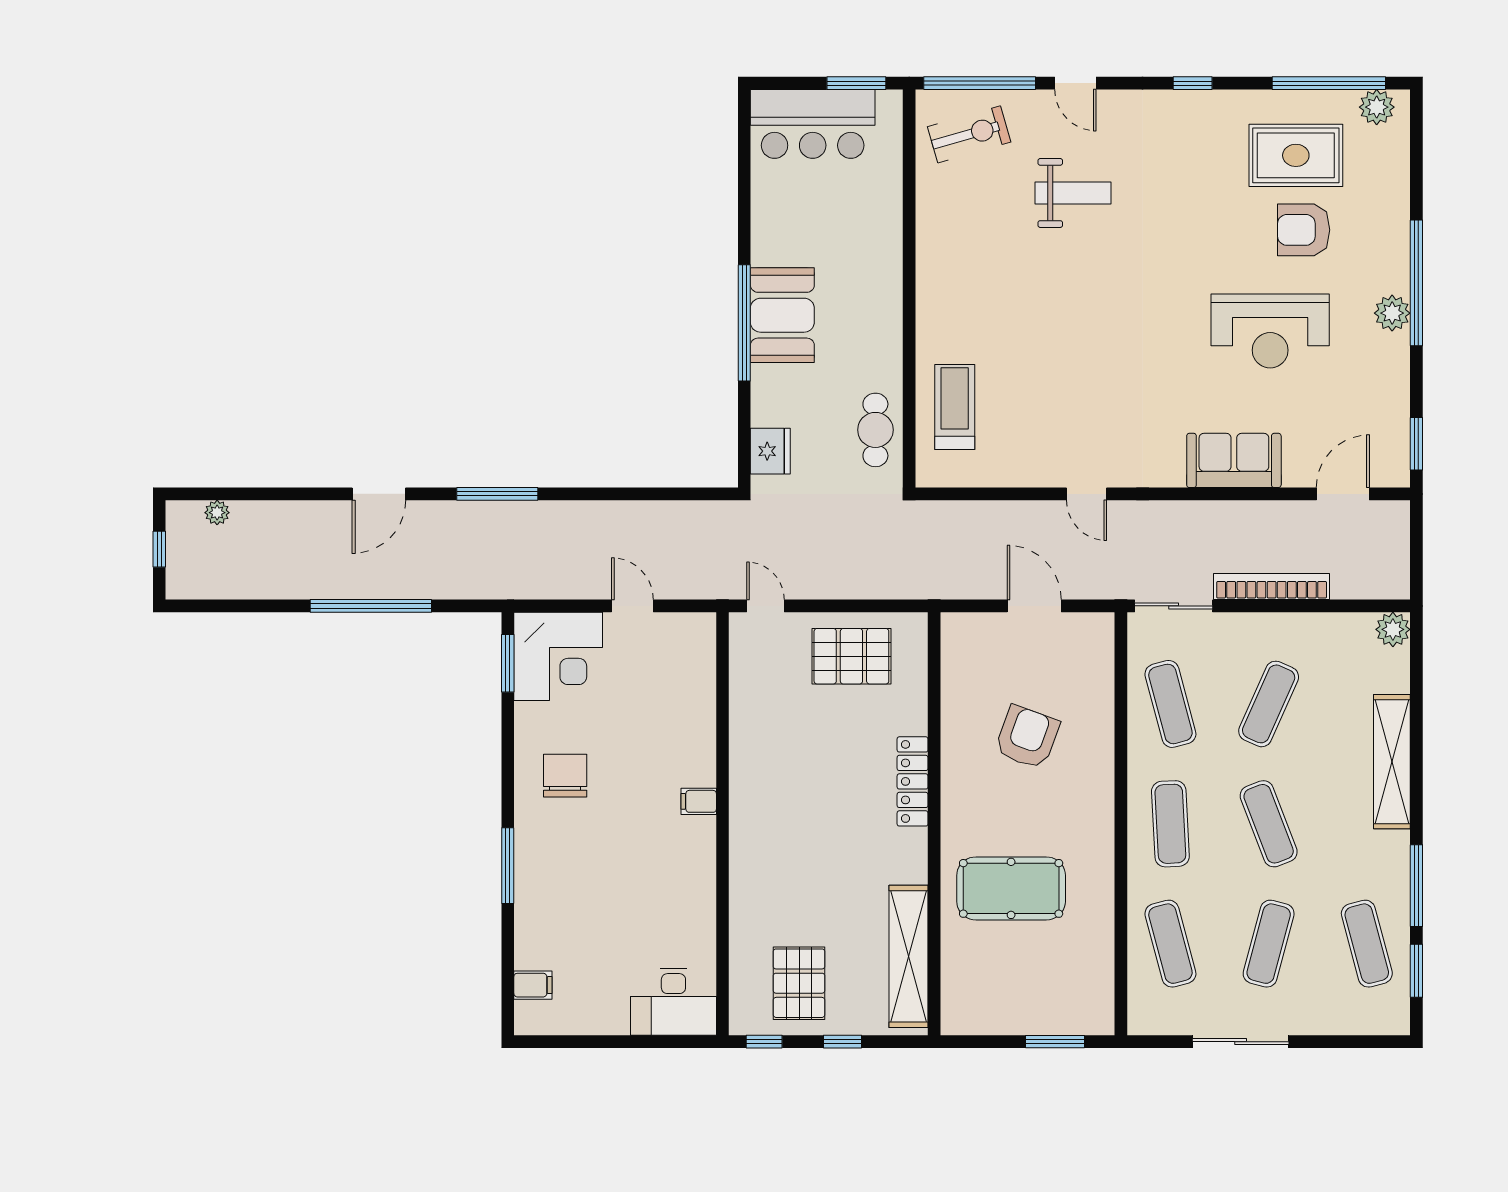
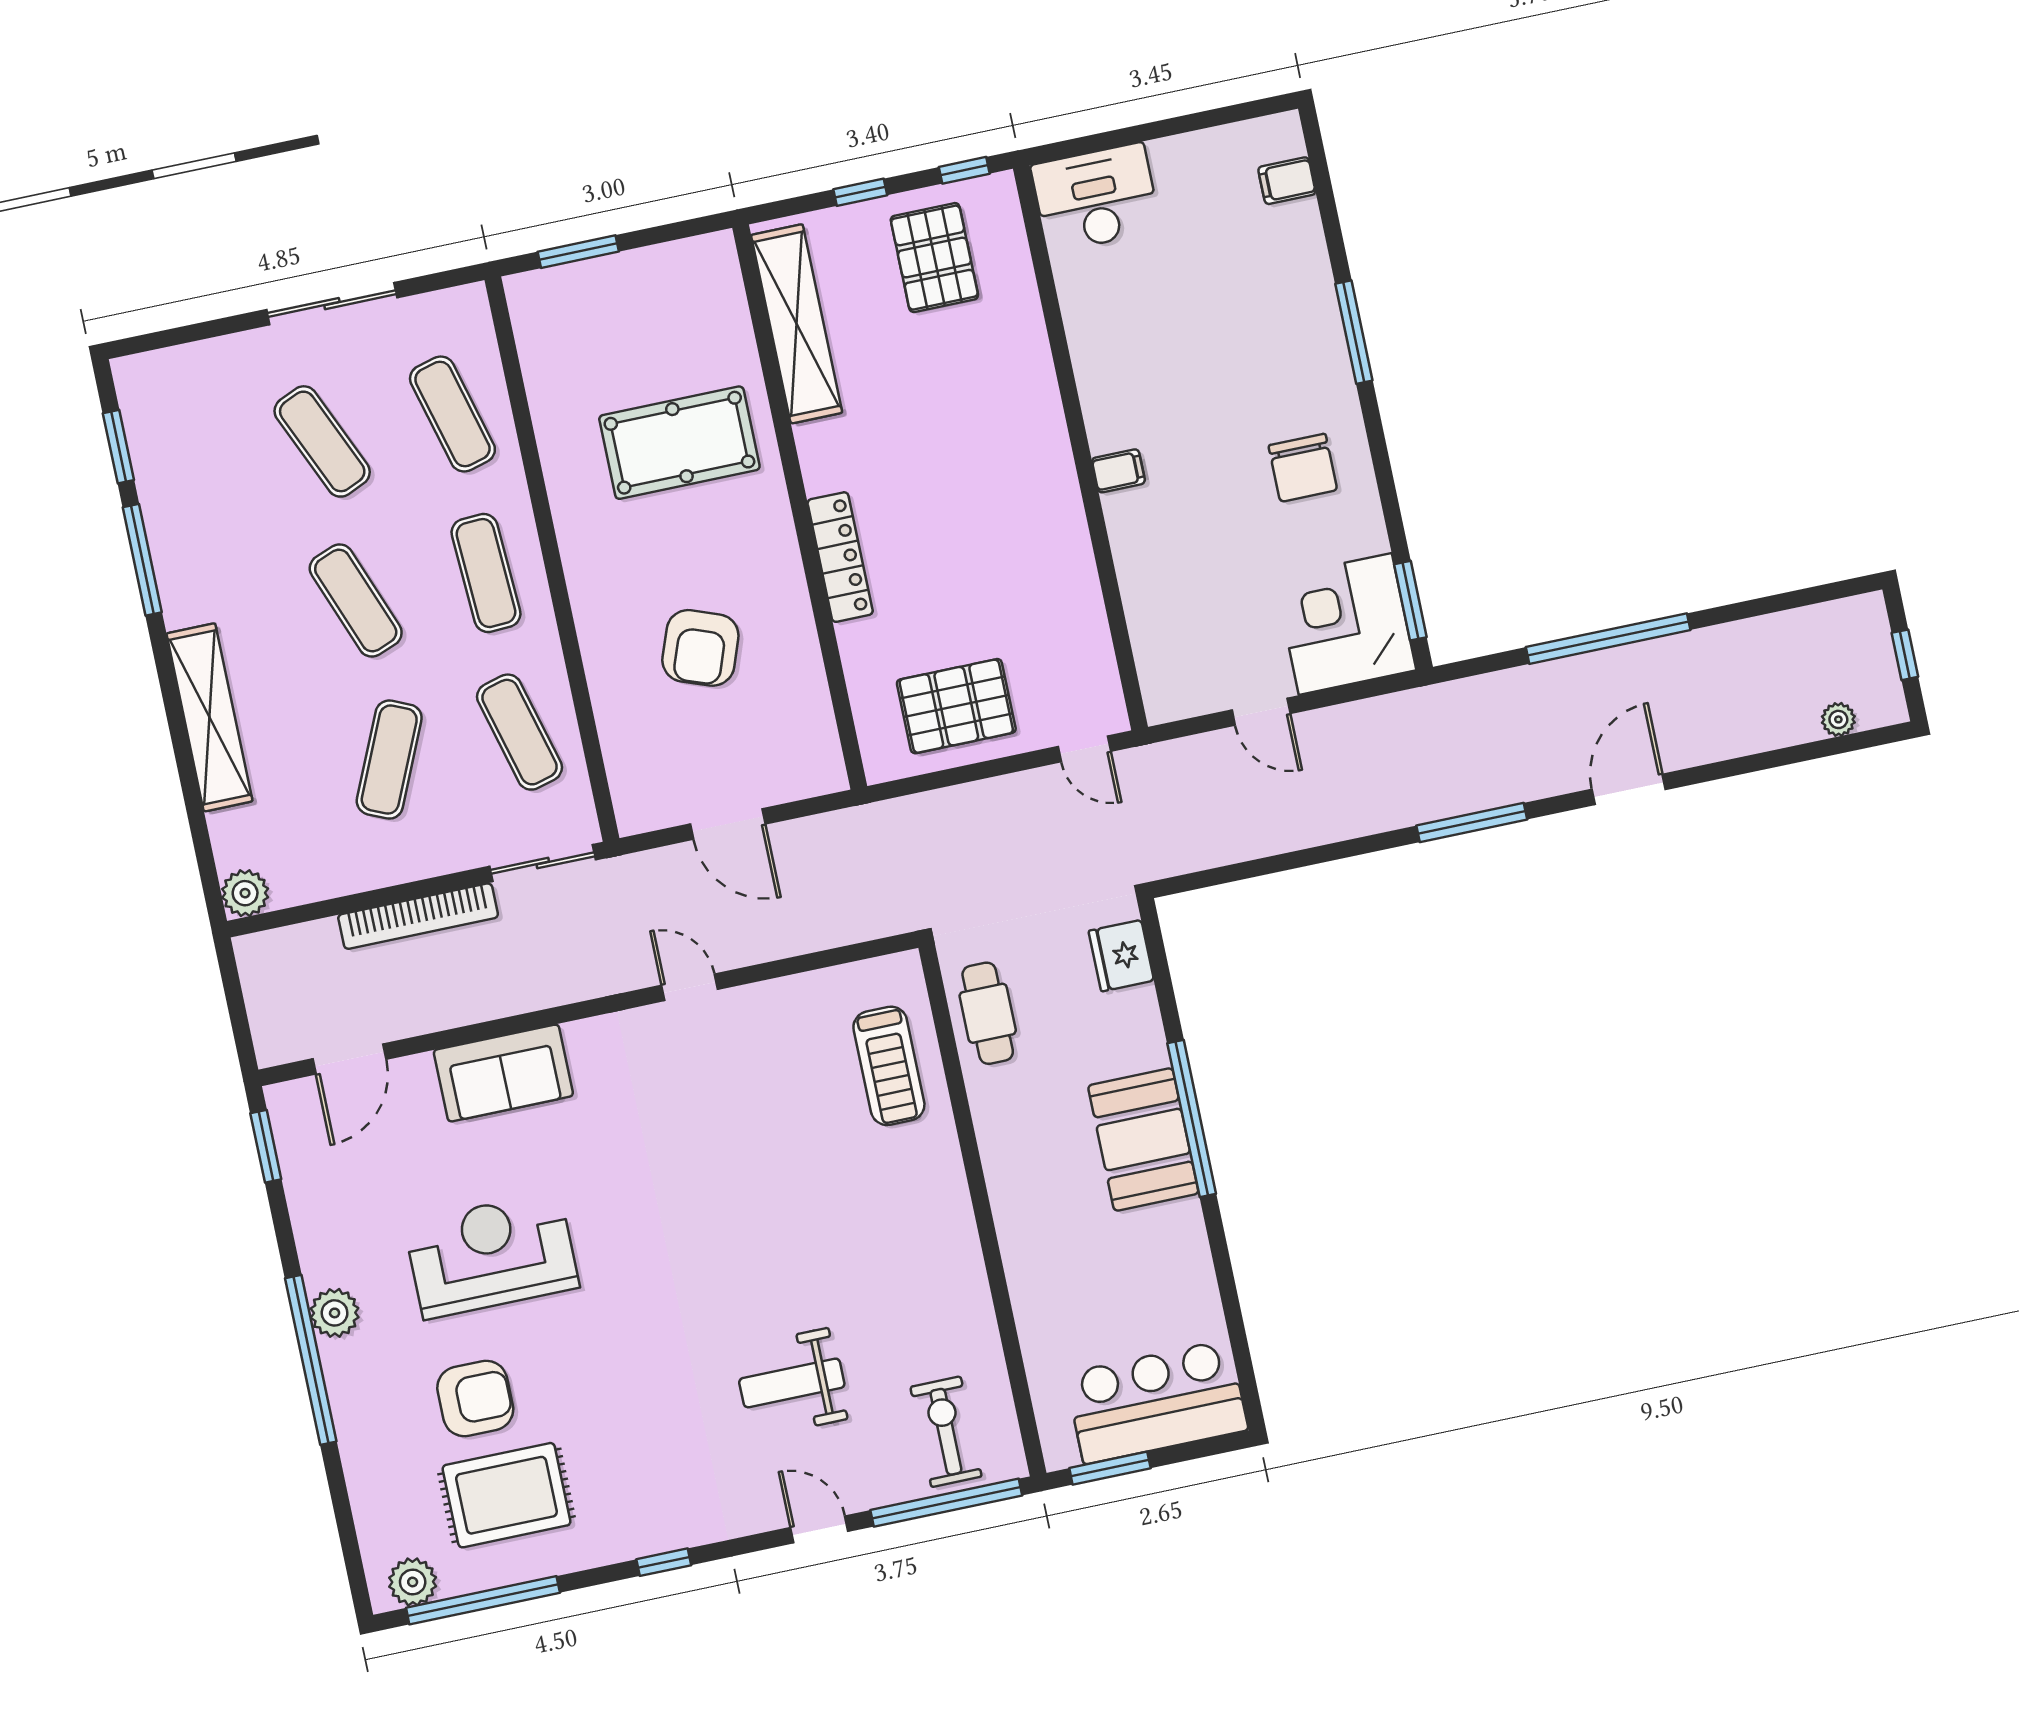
exercise bike: (969, 134) -> (946, 1432), turned 106
exercise mat: (1269, 944) -> (322, 441), turned -39
exercise mat: (1367, 944) -> (192, 469), removed

